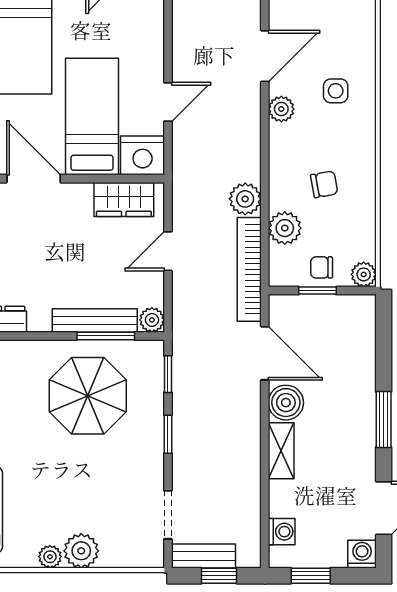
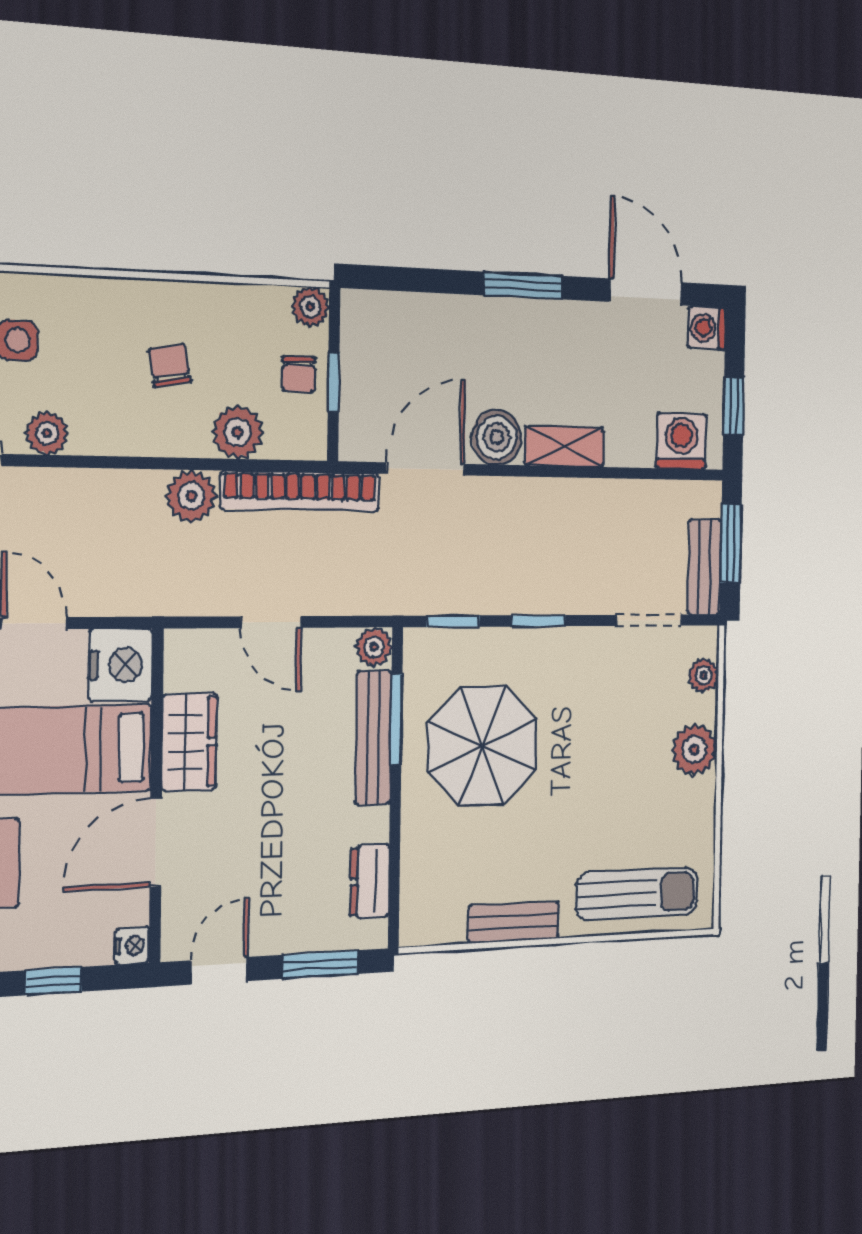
wardrobe: (124, 199) -> (190, 742), moved
washing machine: (282, 532) -> (681, 441), width x1.38, depth x1.38
plant: (50, 557) -> (703, 675), moved
window: (219, 576) -> (731, 544), width x1.50

